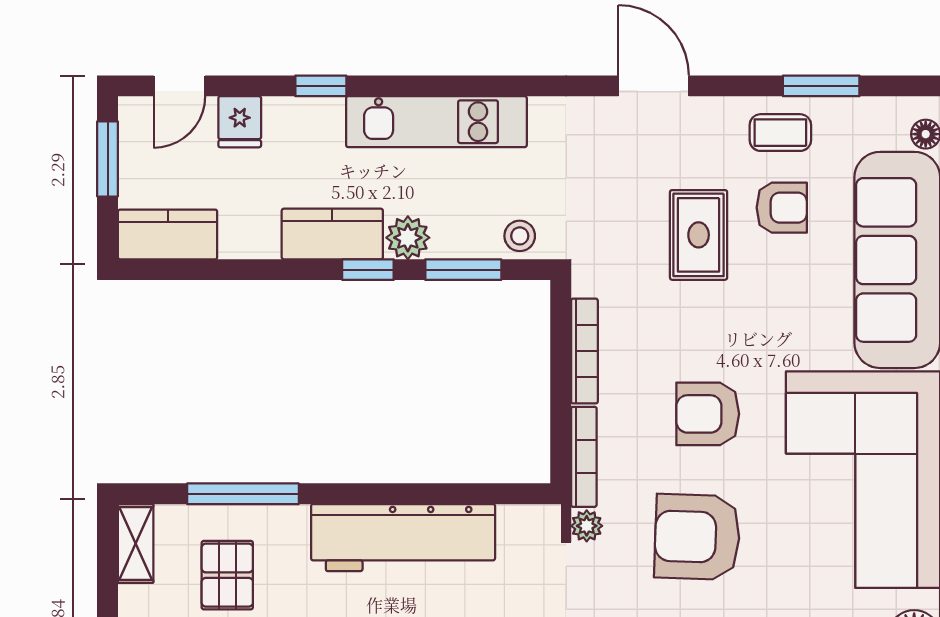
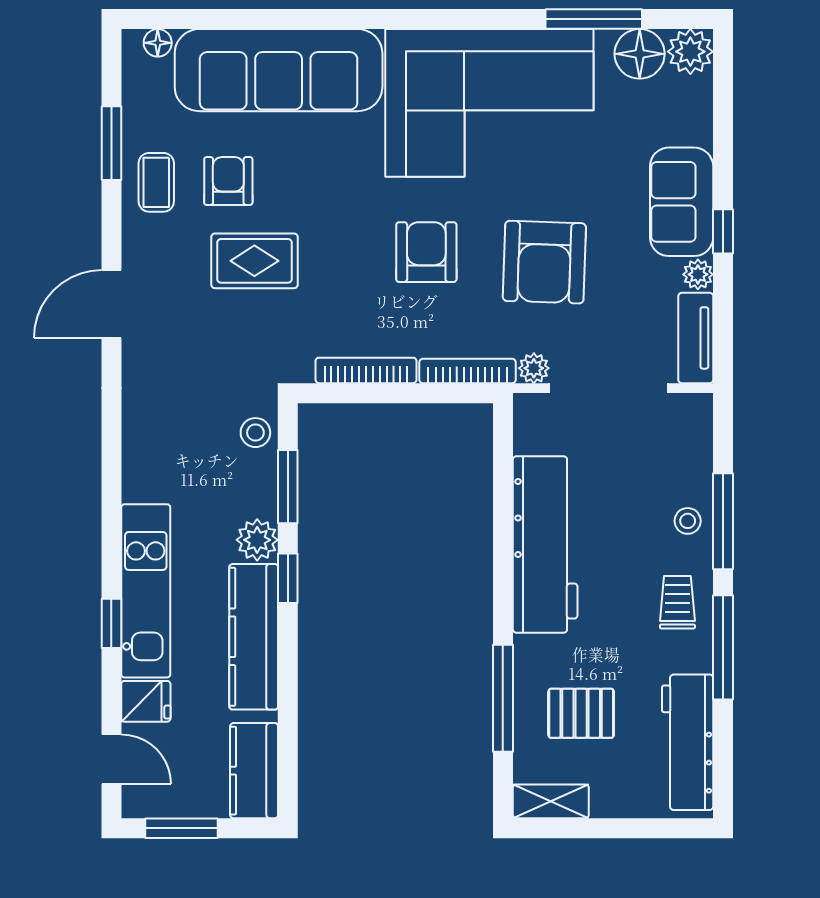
kitchen unit: (436, 122) -> (146, 591), moved
kitchen counter: (332, 234) -> (254, 637), width x1.50
armchair: (708, 414) -> (426, 252), turned 180

